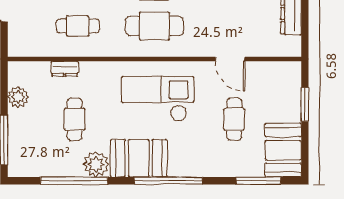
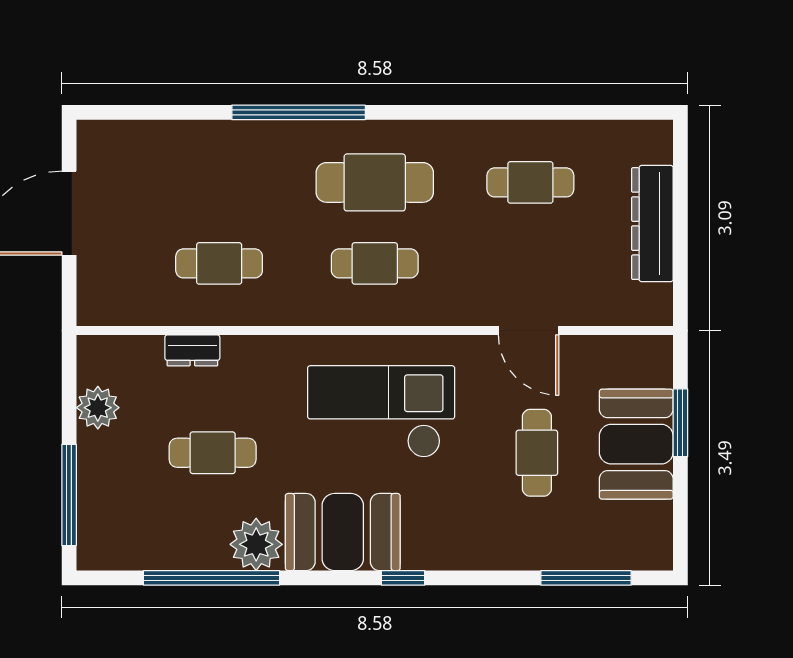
cafe table: (154, 26) -> (375, 263), width x0.73, depth x0.74
cafe table: (75, 119) -> (213, 453), turned 90
booth: (283, 150) -> (636, 444), moved
window: (168, 181) -> (403, 578), width x0.32

